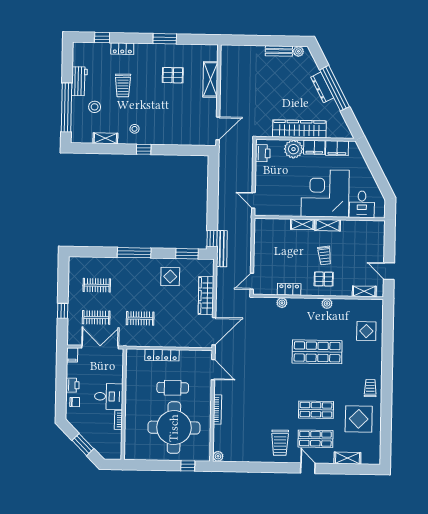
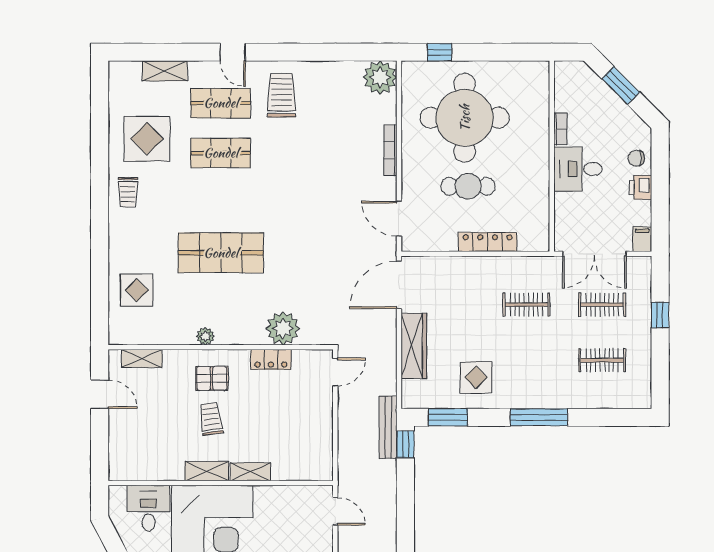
plant: (282, 303) -> (283, 328), width x1.88, depth x1.88
plant: (218, 456) -> (380, 78), width x1.87, depth x1.87

